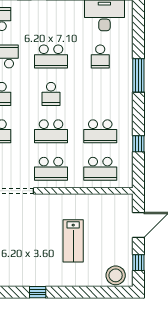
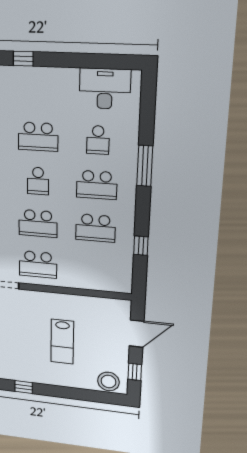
school desk: (100, 169) -> (97, 185), moved

